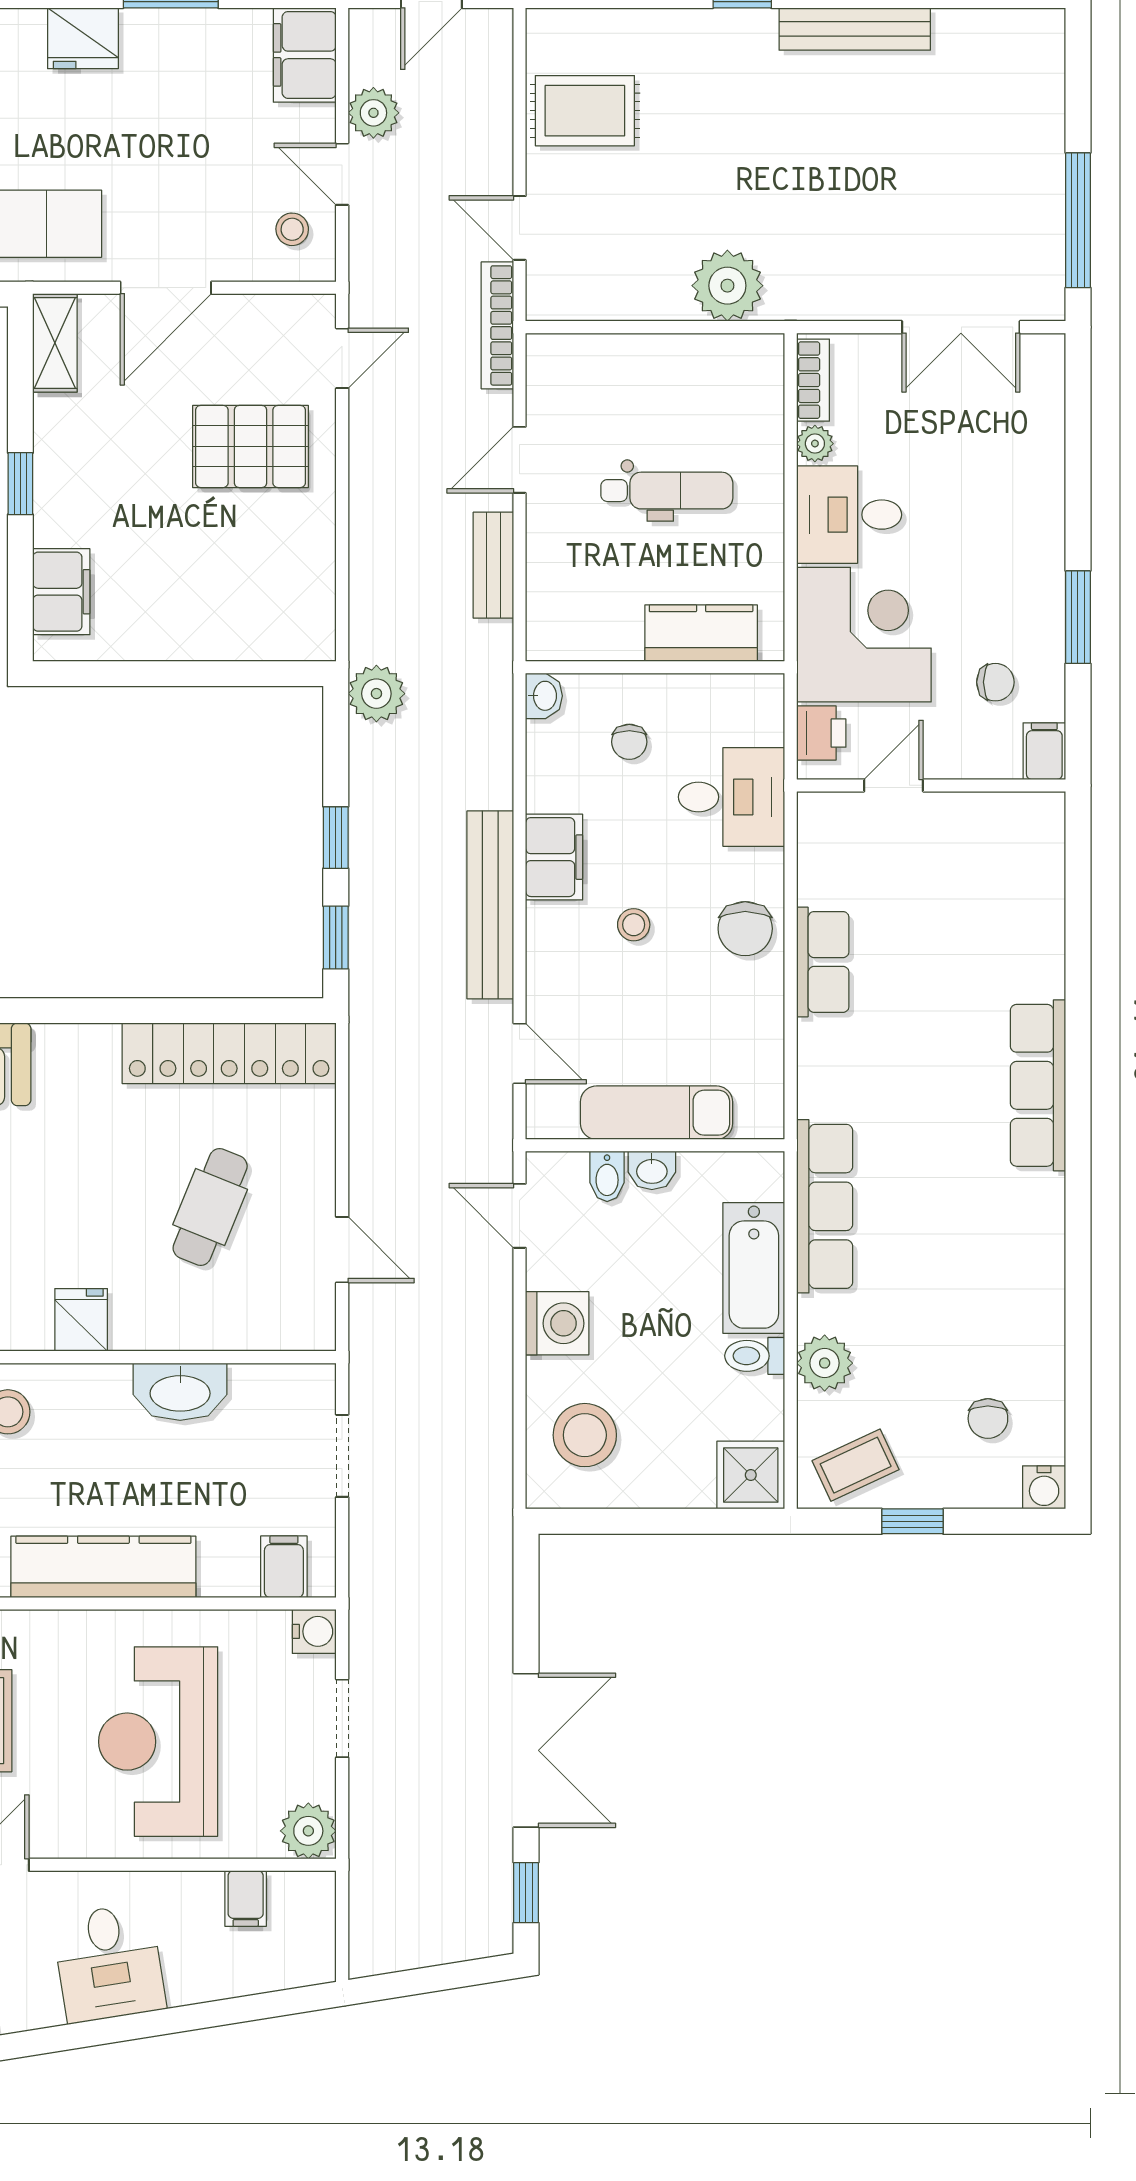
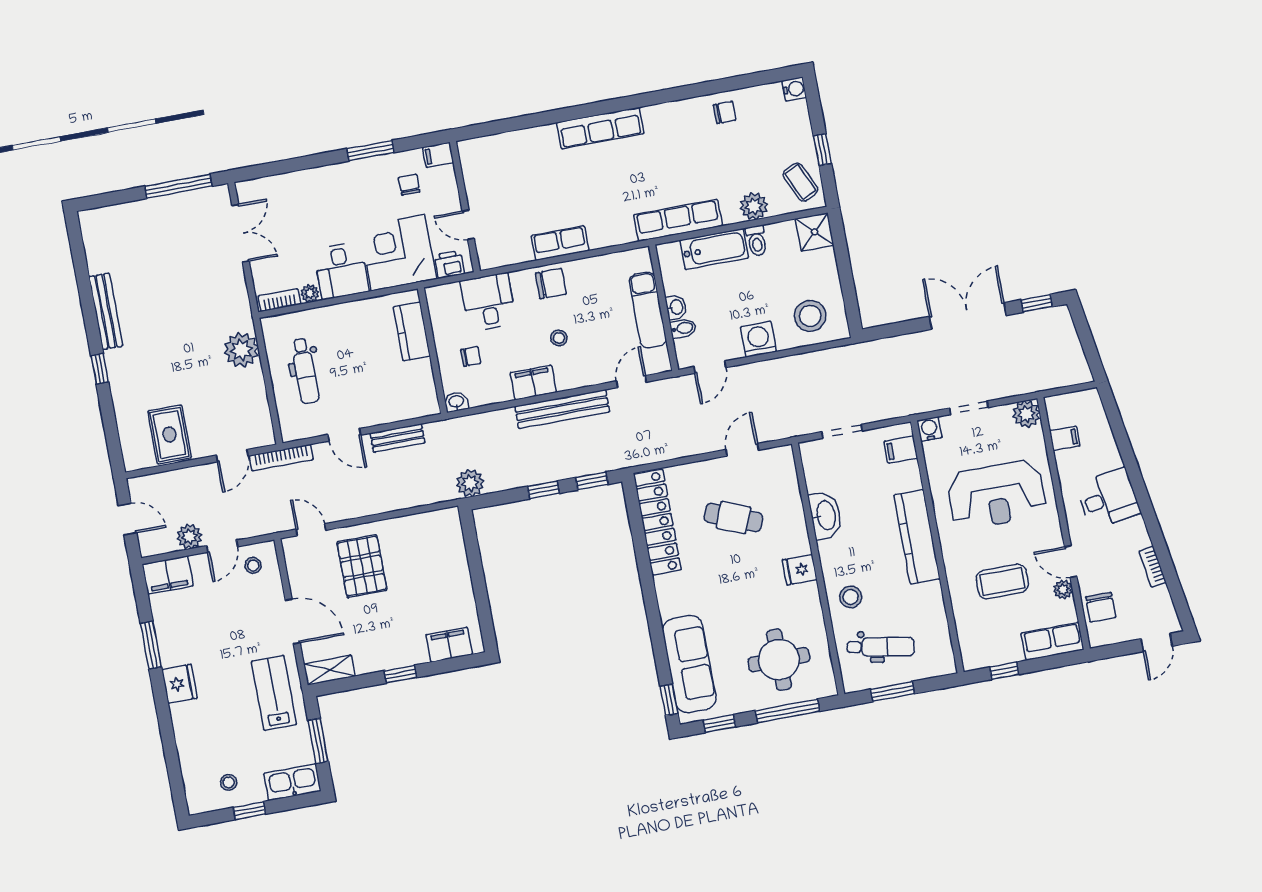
dental chair: (667, 491) -> (305, 371), moved, turned 180
chair: (988, 1419) -> (725, 112), moved

